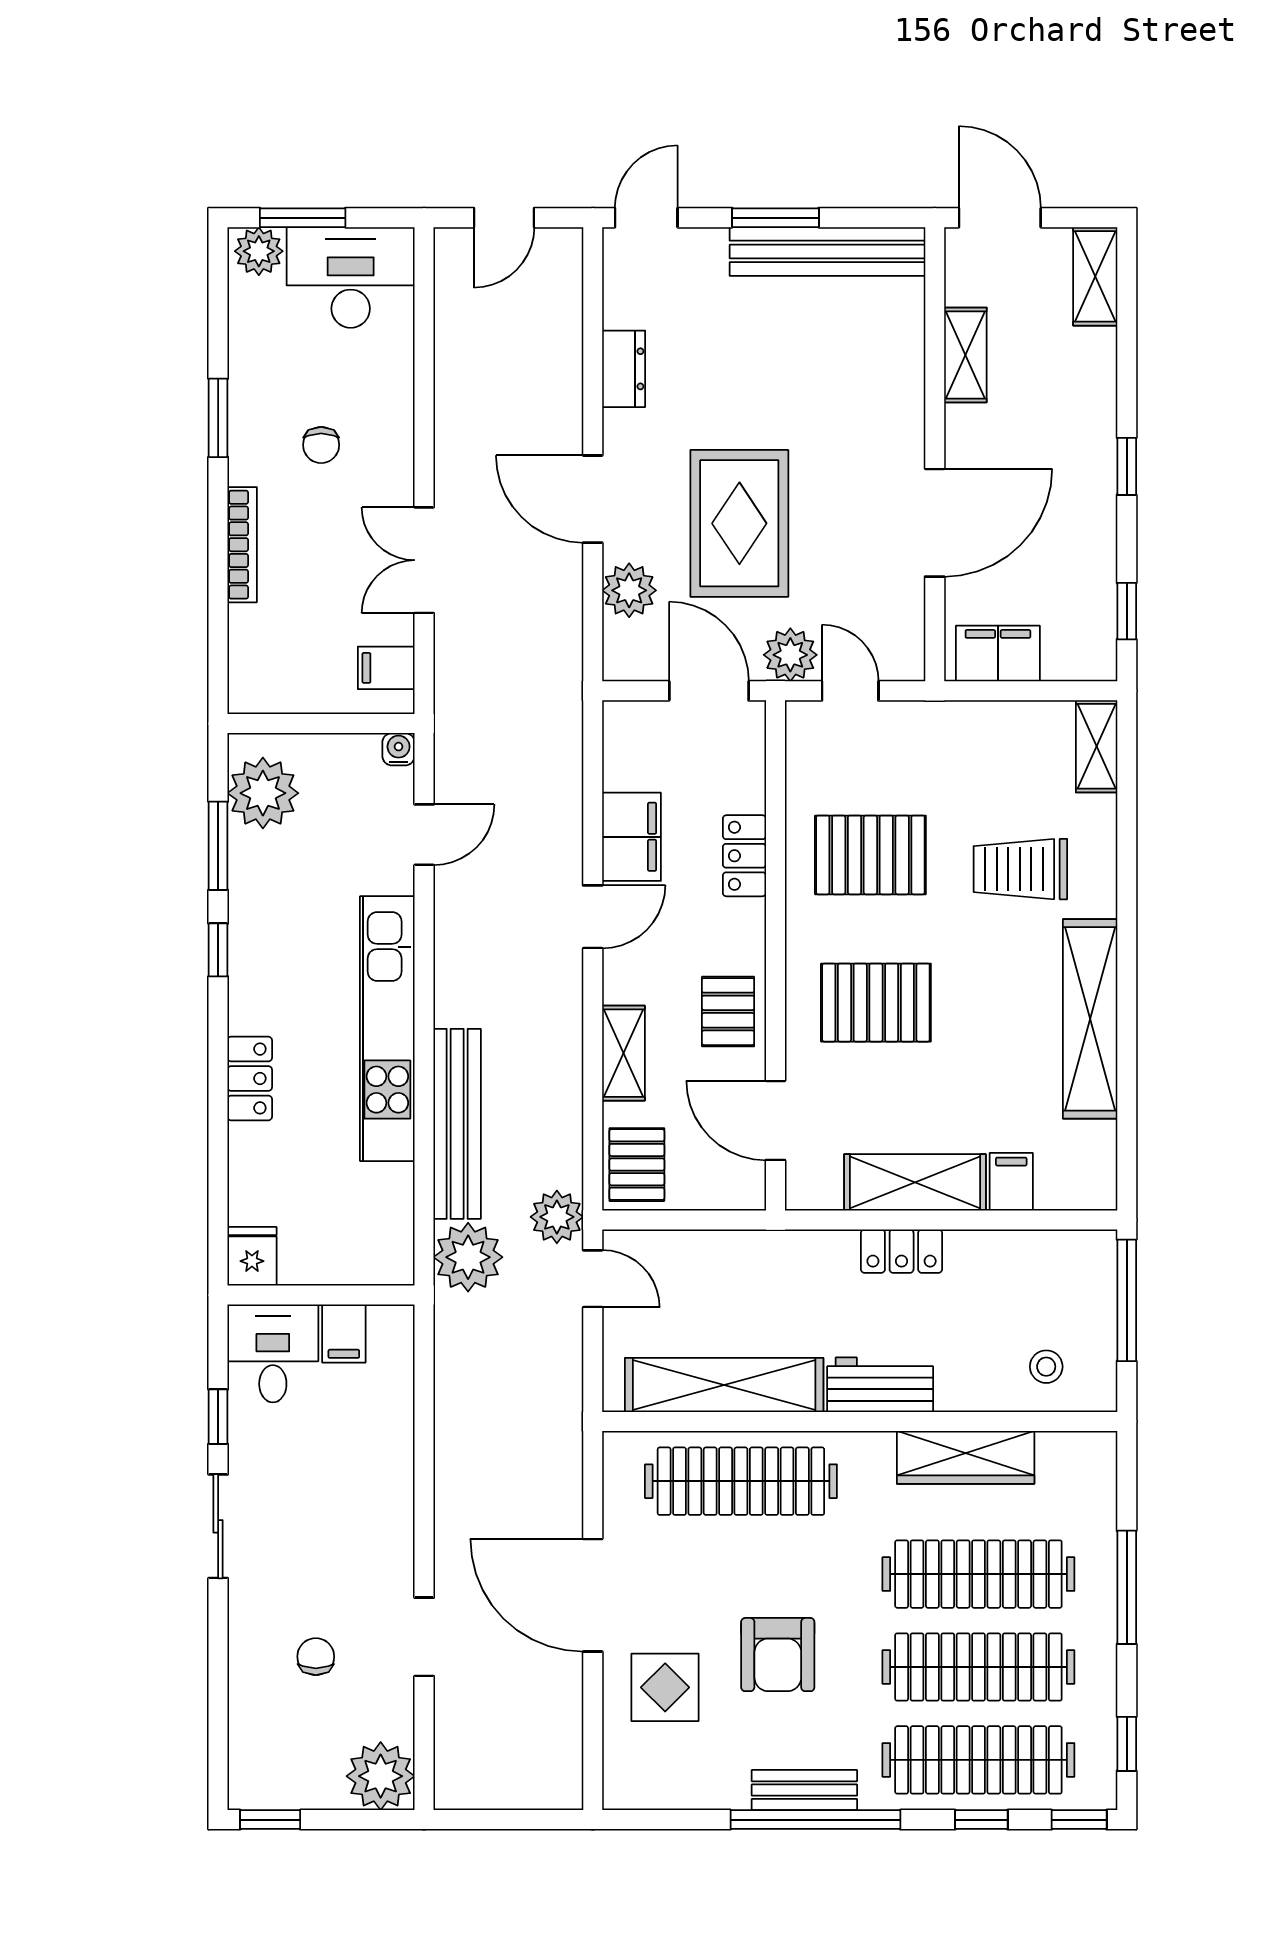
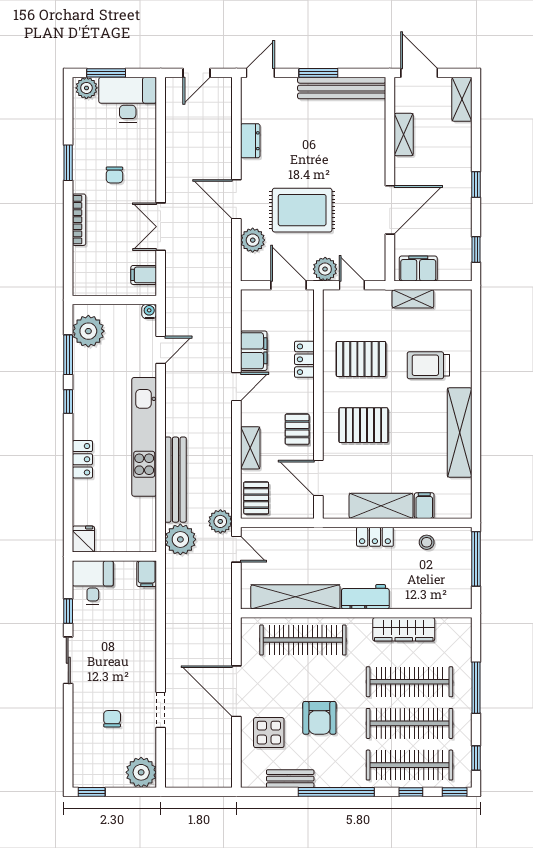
rug: (739, 523) -> (302, 210), turned 90
shelving: (1097, 746) -> (413, 299), moved, turned 90
filing cabinet: (344, 1333) -> (147, 574), moved
stool: (1046, 1367) -> (427, 542), moved
bench: (804, 1790) -> (290, 779), moved

